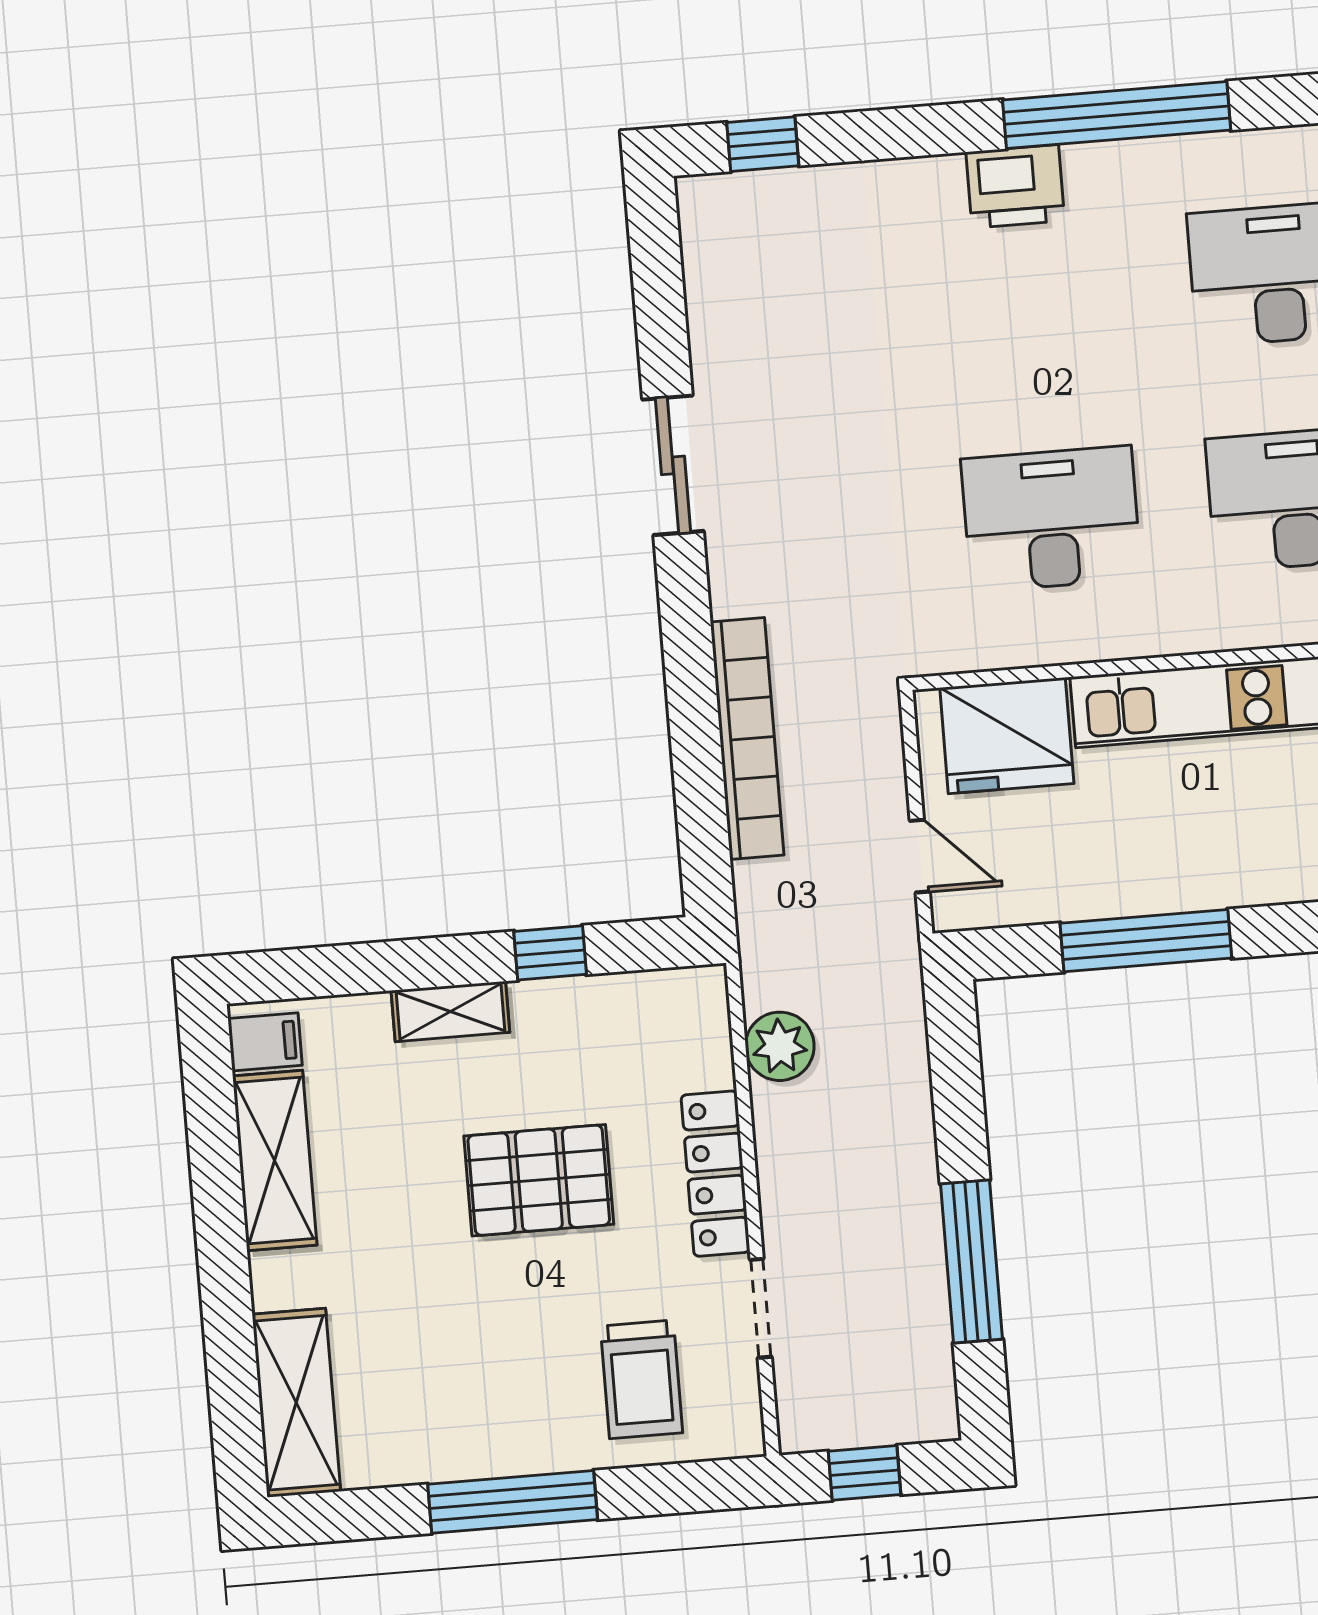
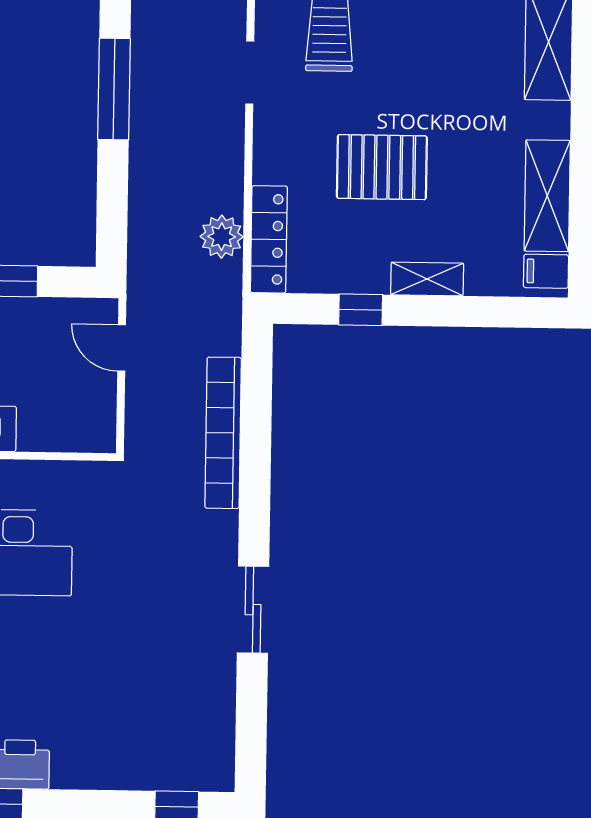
fridge: (1007, 736) -> (59, 419), removed
locker: (715, 1174) -> (269, 239), moved

